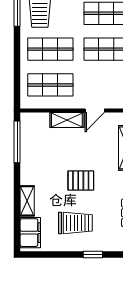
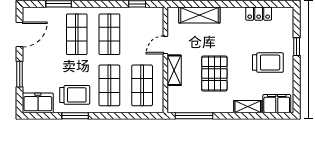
door: (95, 111) -> (165, 45), swing flipped
pallet: (81, 181) -> (214, 74), moved, width x1.50, depth x1.42
trolley: (75, 223) -> (268, 63), turned 90

